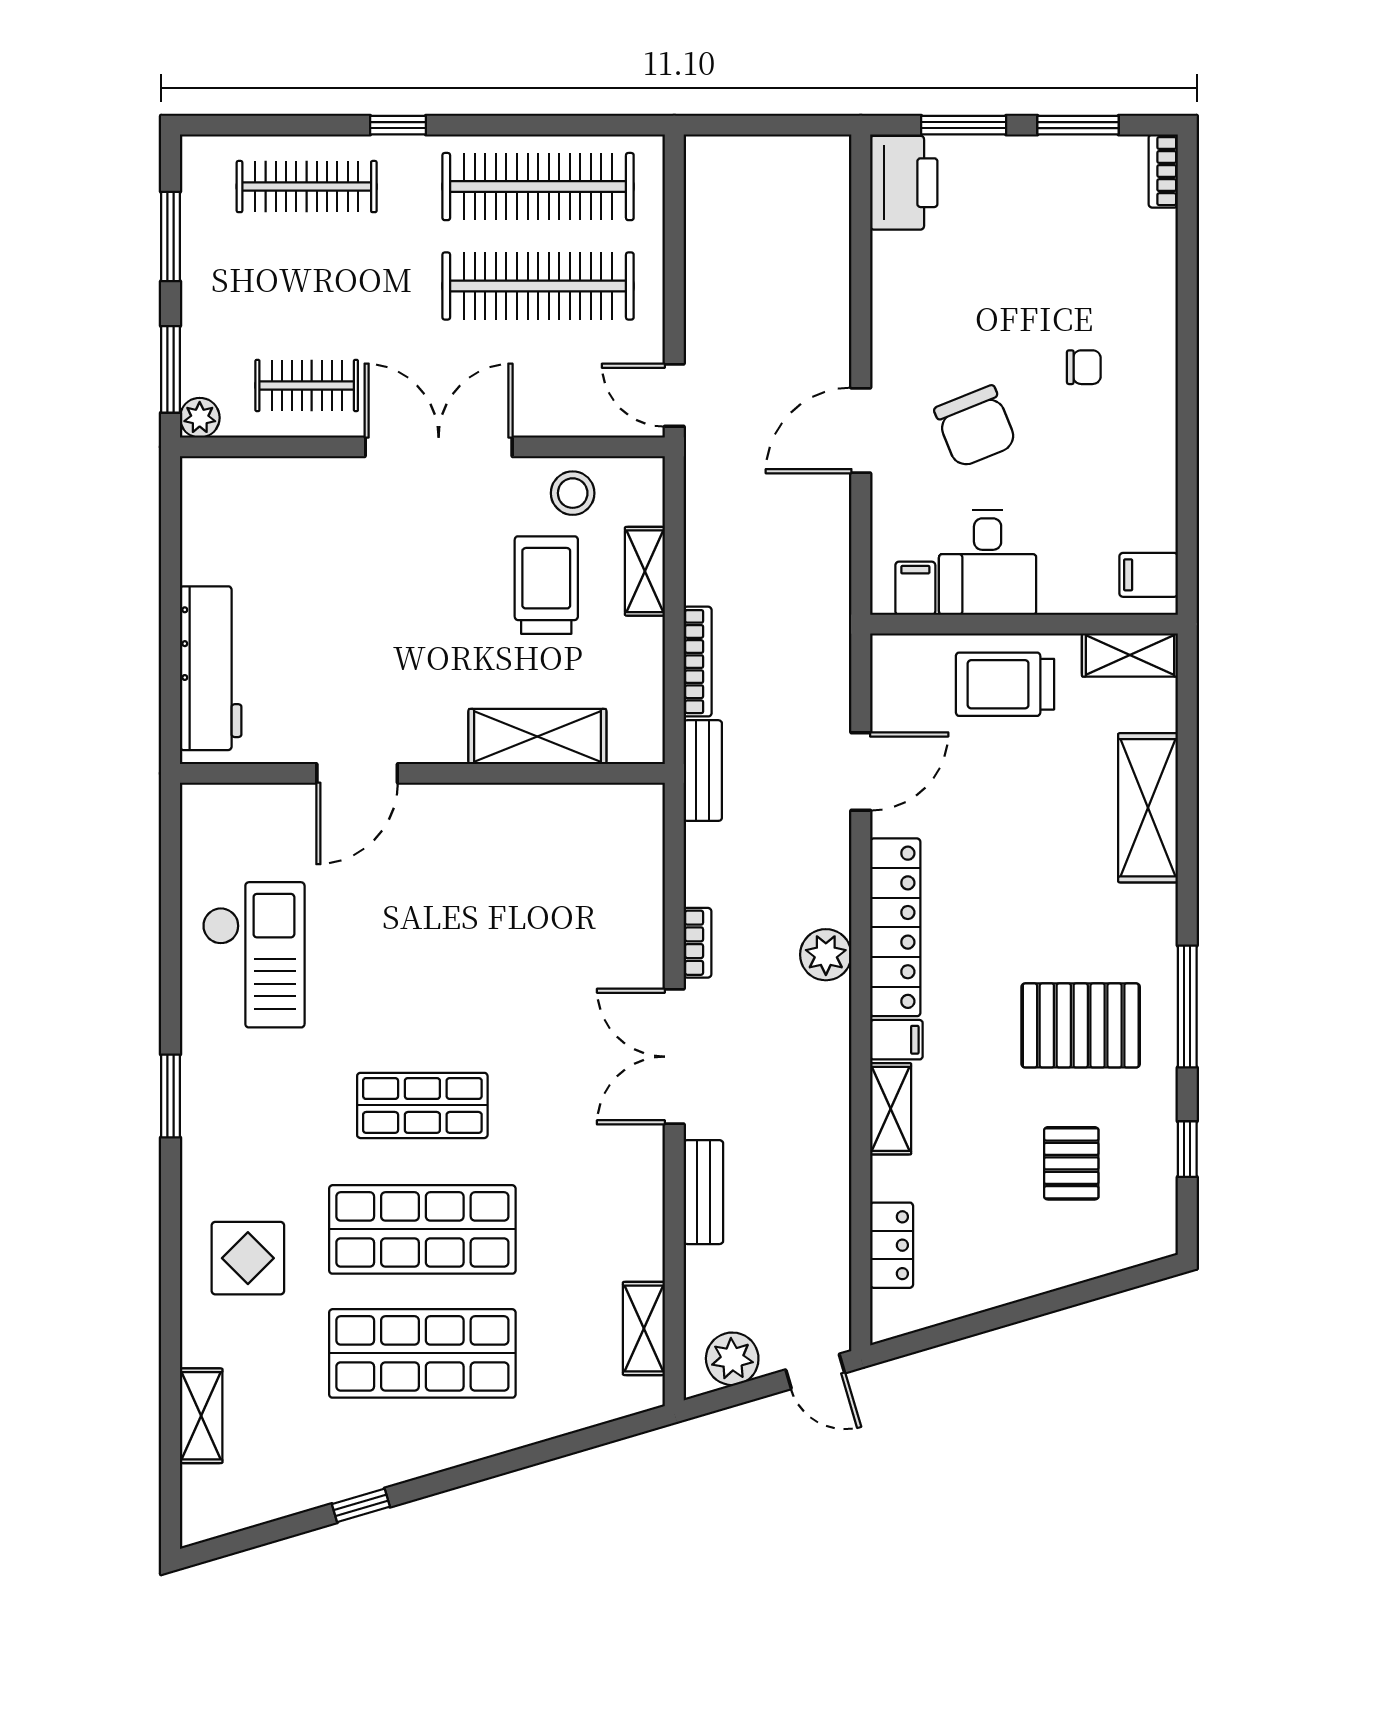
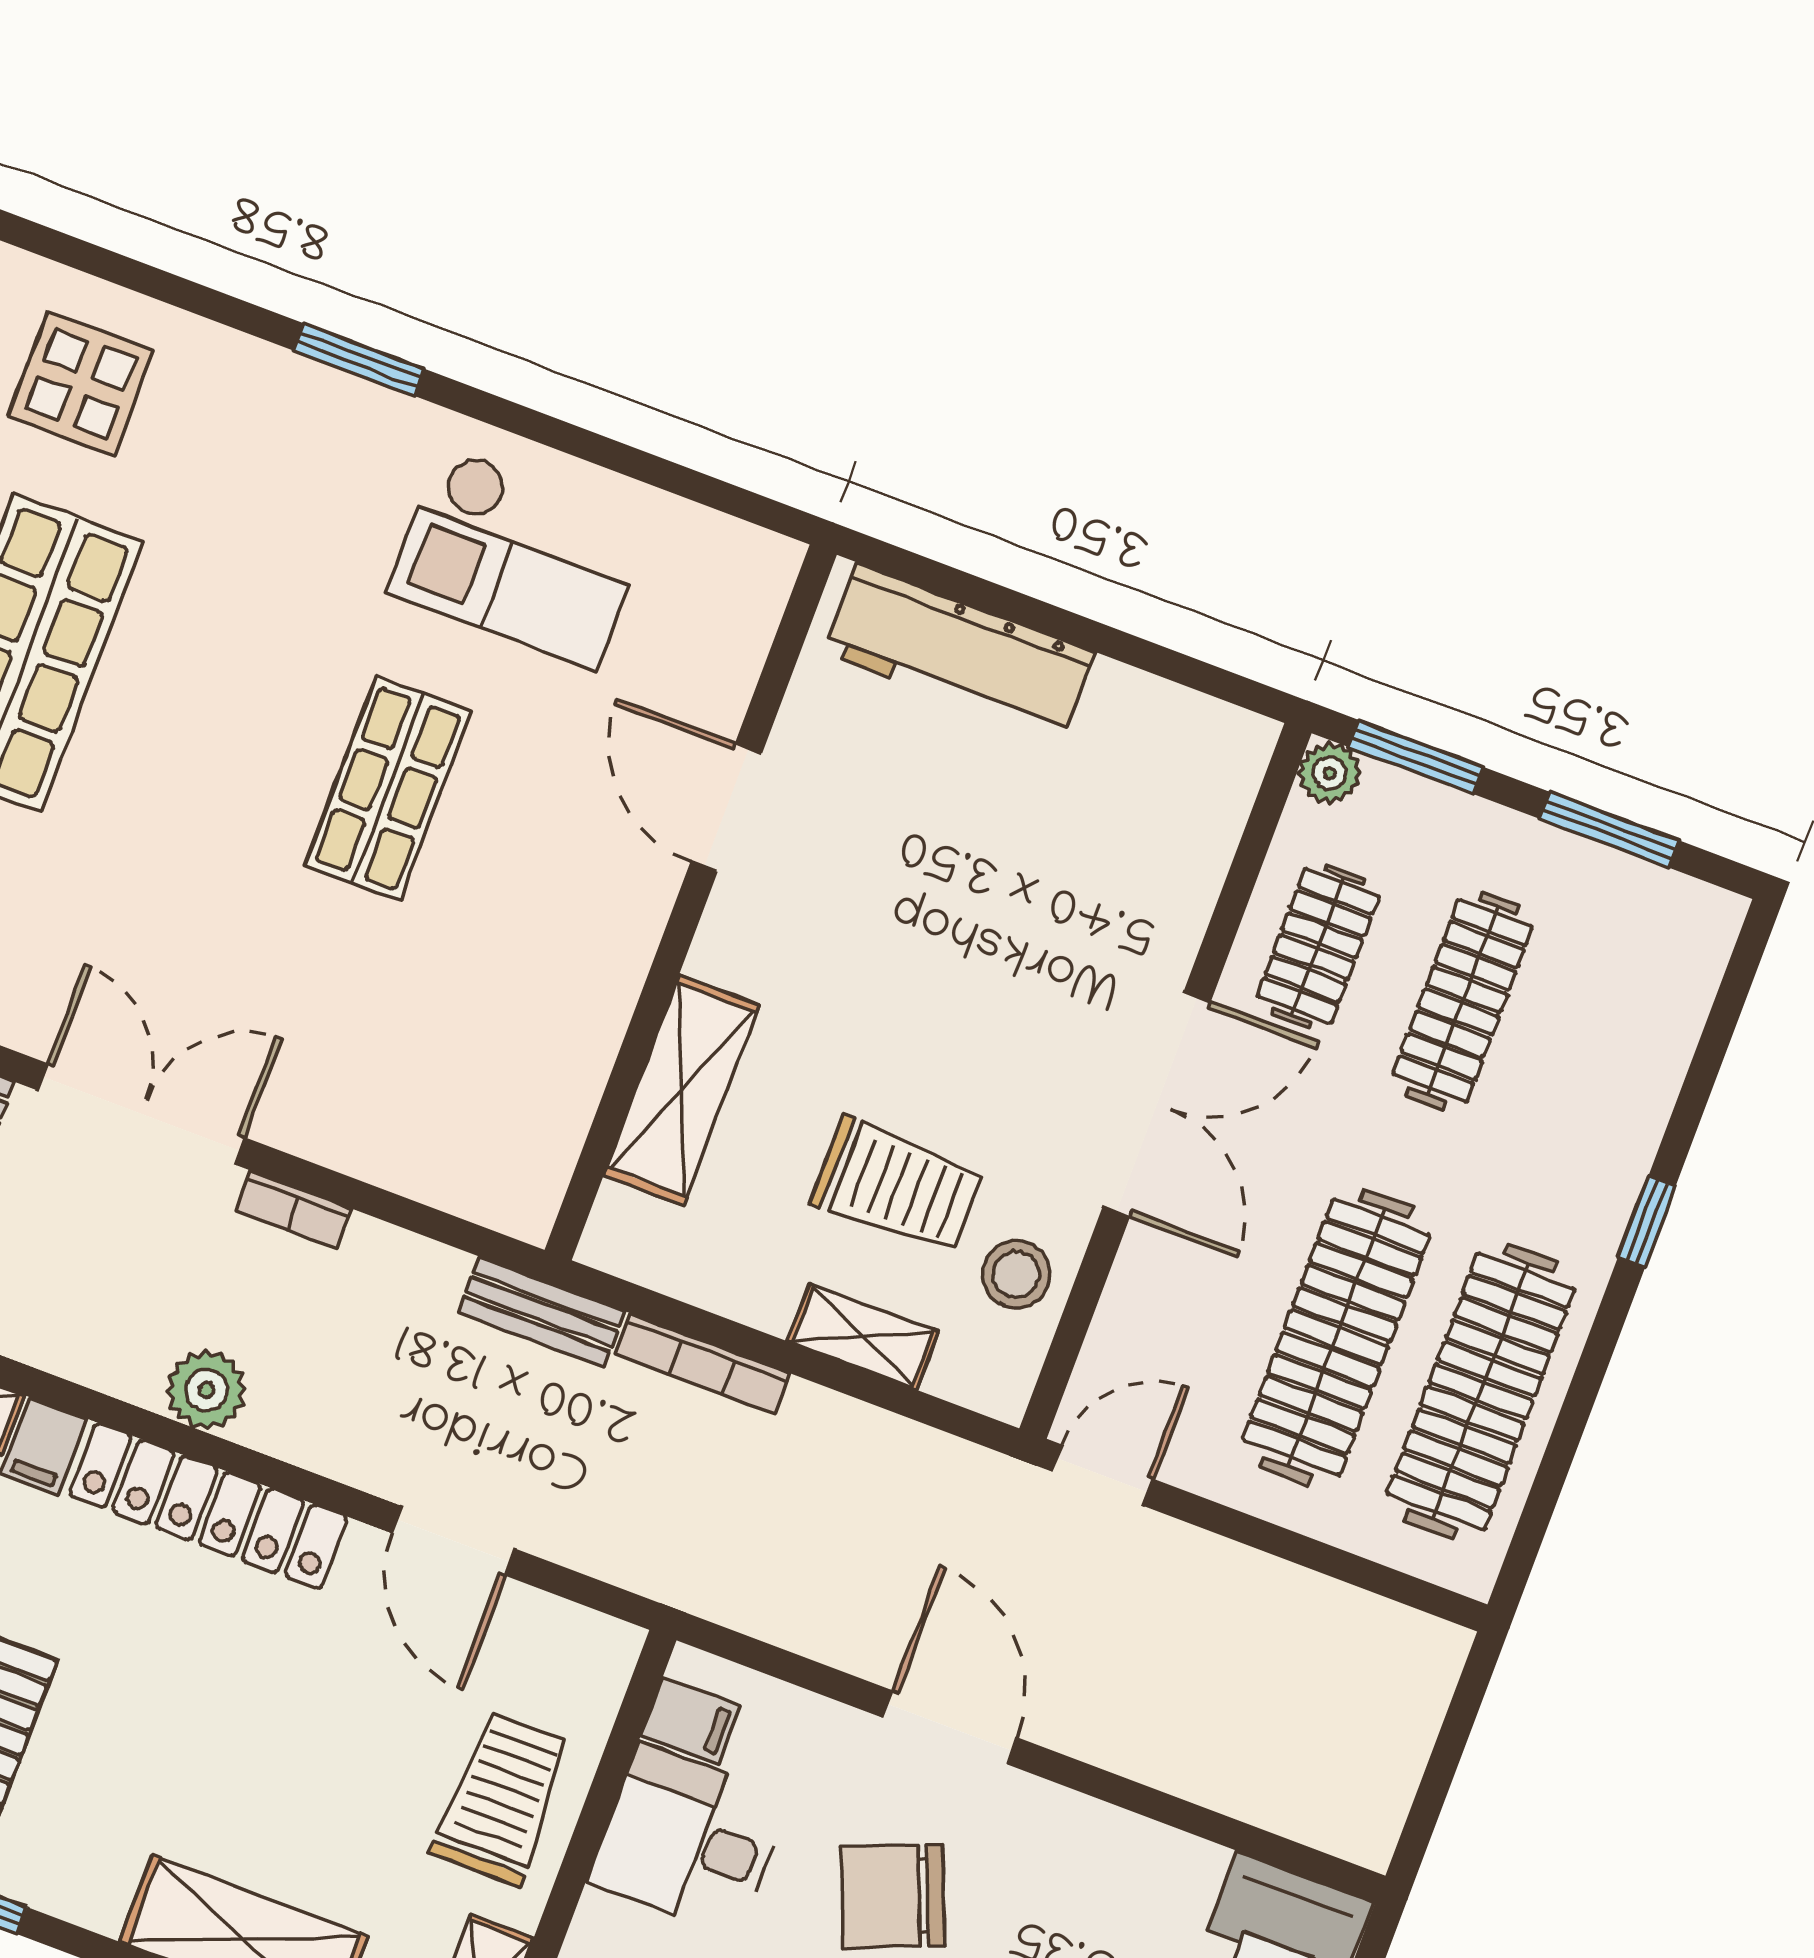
clothes rail: (307, 187) -> (1463, 1001), moved
shop shelf: (422, 1105) -> (388, 789), moved

